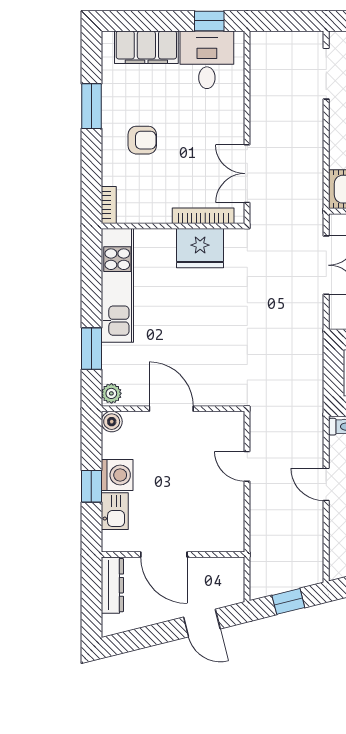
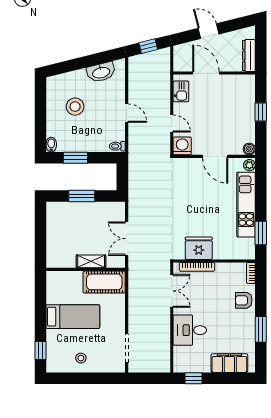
desk: (207, 60) -> (190, 330), moved, turned 90
armchair: (142, 140) -> (244, 300), moved
kitchen unit: (117, 285) -> (246, 205), moved
window: (91, 349) -> (261, 233), moved
washing machine: (117, 475) -> (182, 146), moved, turned 90
kitchen sink: (115, 511) -> (181, 91), moved, turned 180
door: (164, 555) -> (206, 73), moved
door: (202, 623) -> (209, 31), moved

